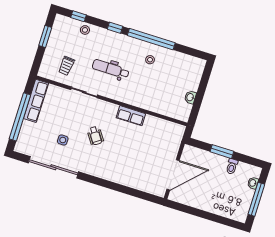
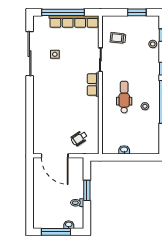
dental chair: (111, 69) -> (124, 97), moved
row of seats: (36, 101) -> (74, 22), width x1.36
row of seats: (131, 116) -> (93, 85), moved
wheelchair: (95, 136) -> (79, 138), moved

